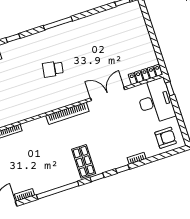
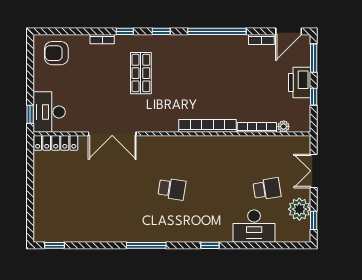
desk: (155, 101) -> (49, 112), width x0.73, depth x0.77
bookcase: (67, 113) -> (208, 126), moved
shop shelf: (84, 161) -> (141, 73), moved

